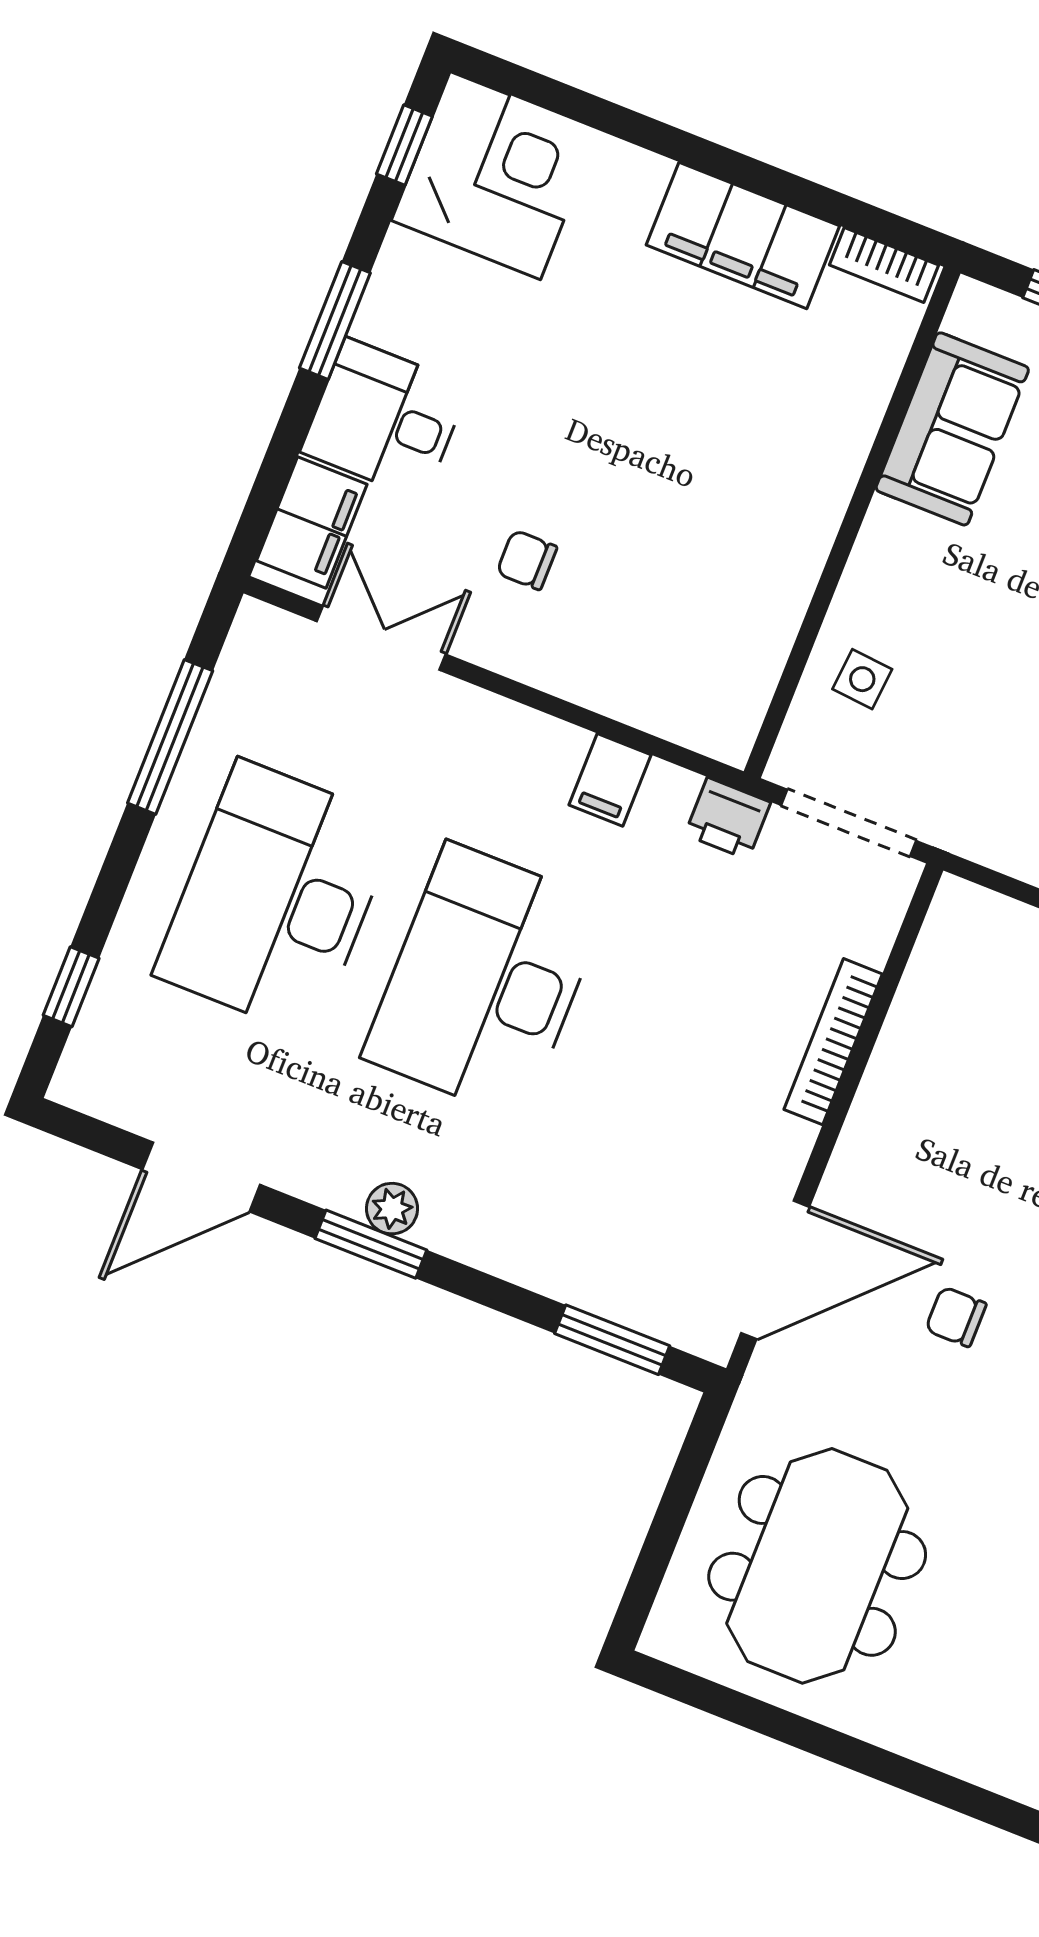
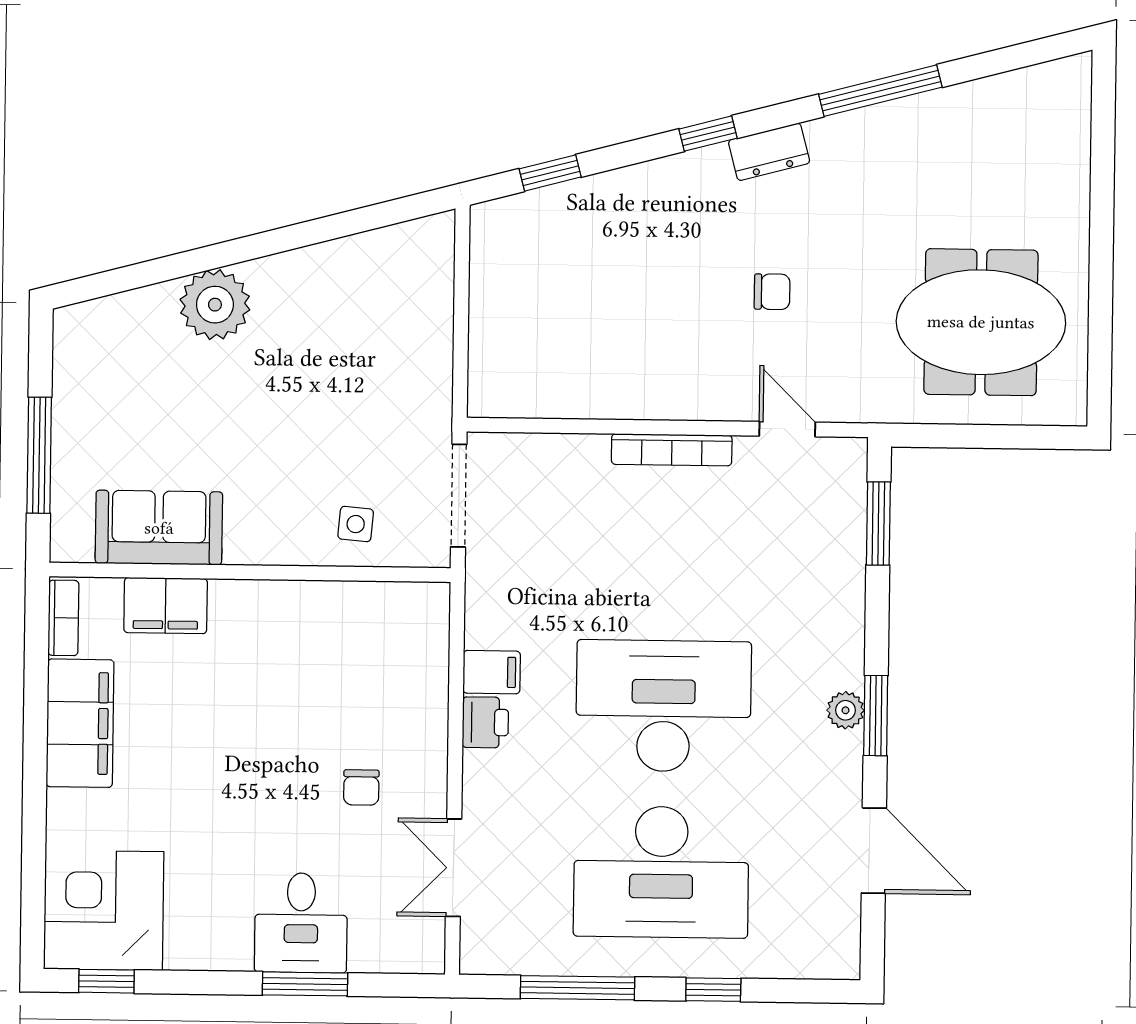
window: (335, 320) -> (305, 984), moved
filing cabinet: (312, 522) -> (166, 606), moved, turned 180
printer: (728, 818) -> (485, 722), moved
desk: (485, 981) -> (663, 706), turned 180
window: (71, 987) -> (713, 990), moved
bookcase: (833, 1042) -> (672, 450), moved
door: (775, 1270) -> (787, 429), width x0.53
chair: (956, 1317) -> (772, 292), turned -90

